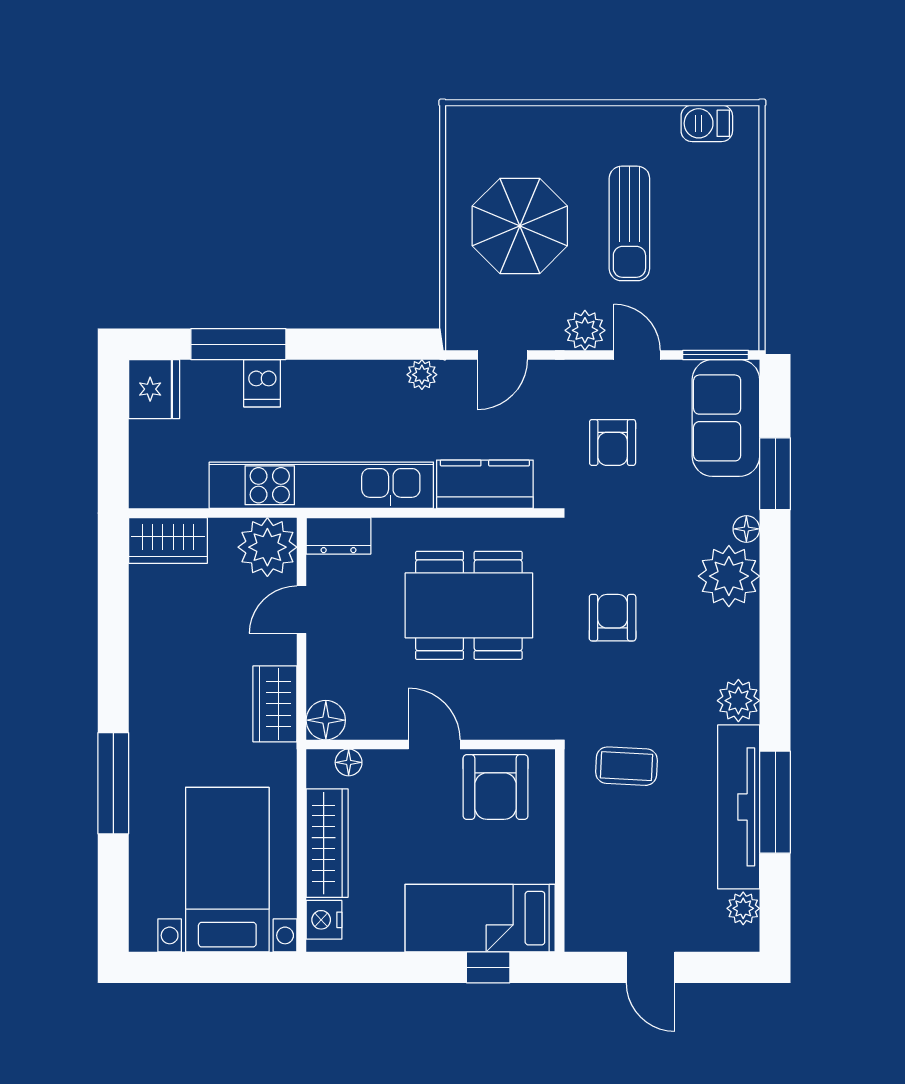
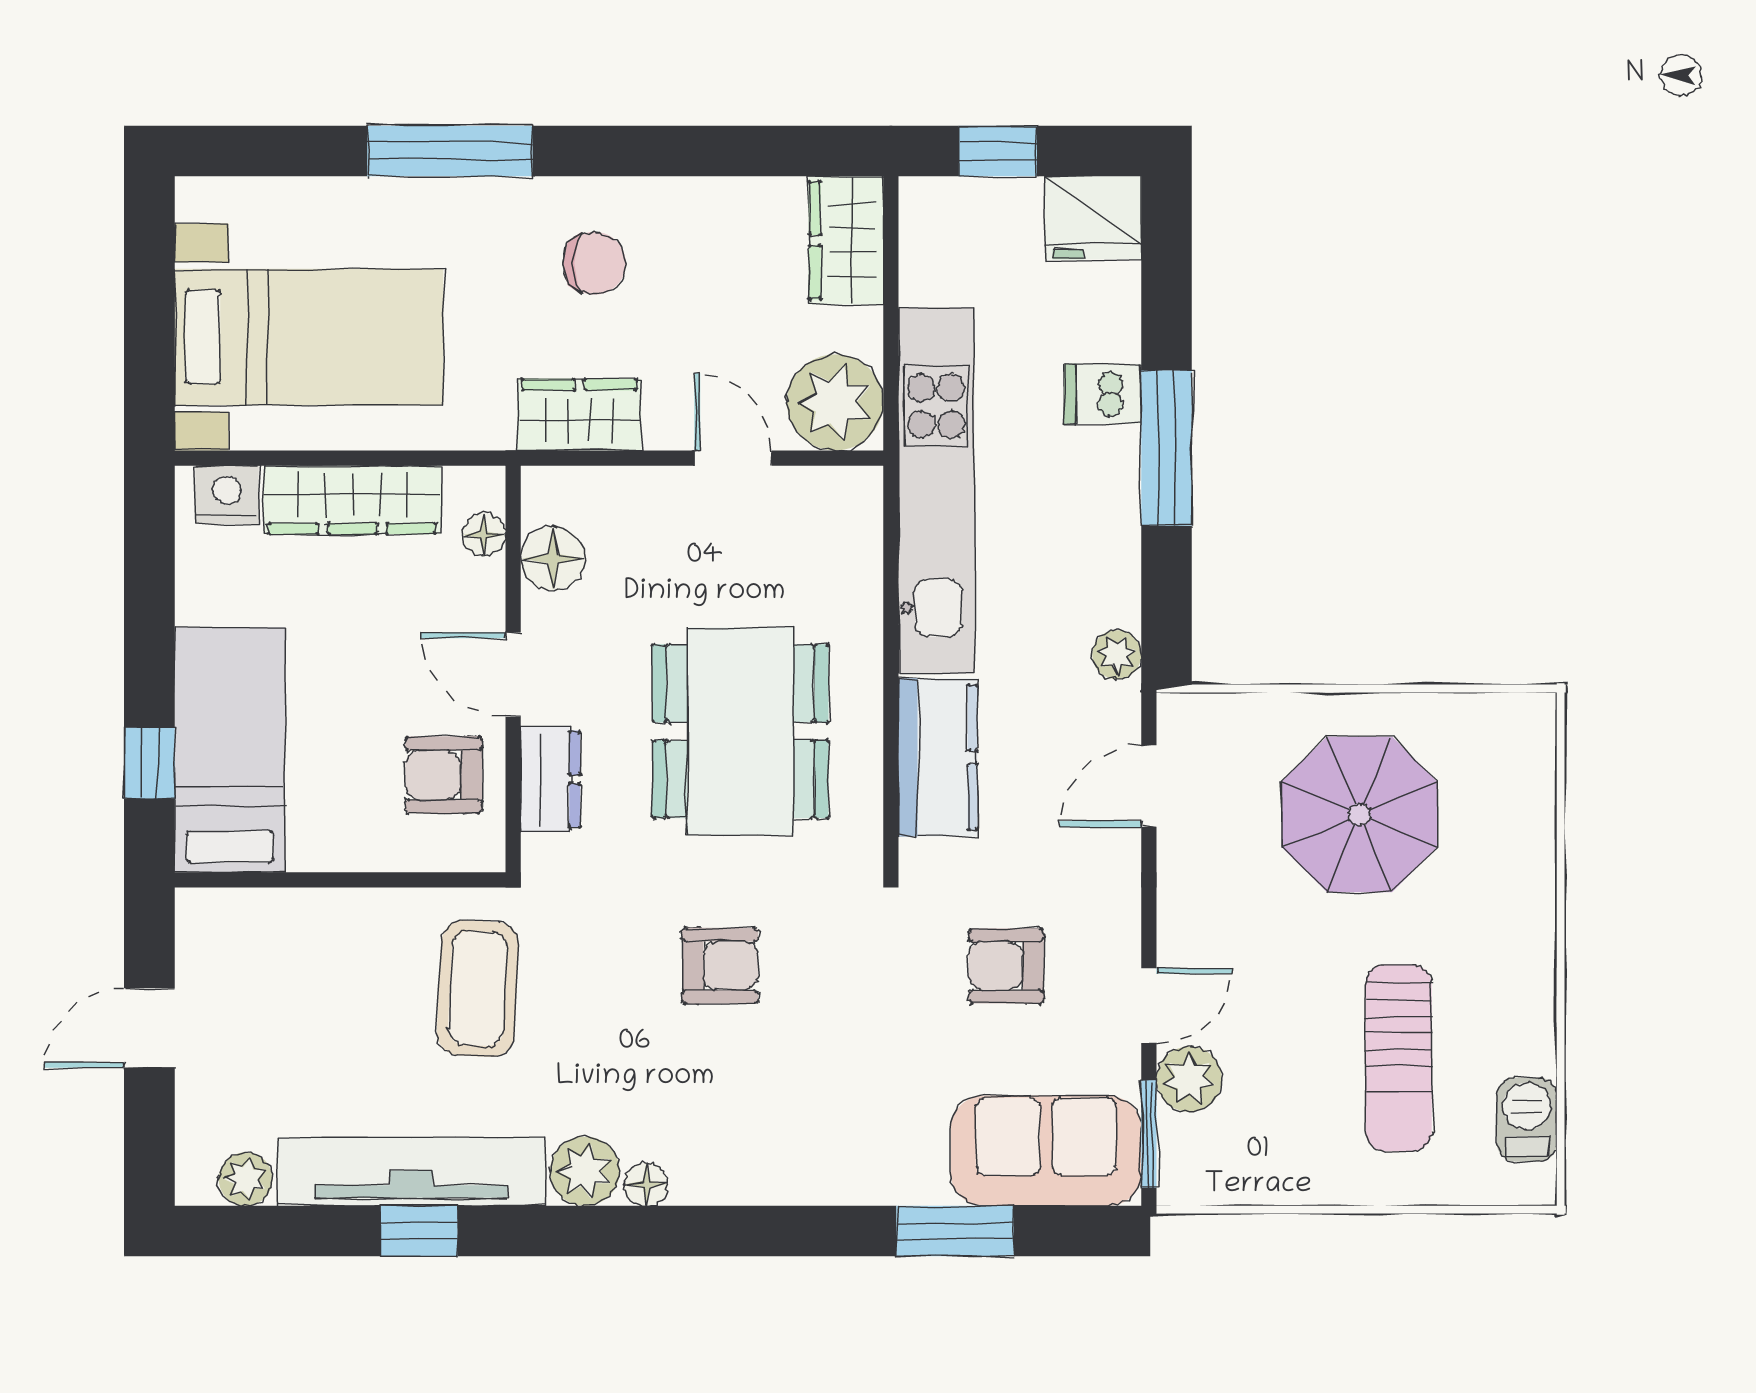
sun lounger: (629, 223) -> (1399, 1058), moved, turned -90
plant: (585, 330) -> (1189, 1079), moved
window: (238, 344) -> (1167, 448), moved
door: (502, 355) -> (1149, 786), hinge flipped
window: (113, 447) -> (998, 151), added
floor lamp: (746, 529) -> (646, 1184), moved
dresser: (338, 536) -> (550, 779), moved, turned 180
plant: (729, 576) -> (788, 1156), removed
chair: (182, 695) -> (594, 263), added
floor lamp: (326, 720) -> (553, 559), moved
door: (434, 744) -> (513, 675), swing flipped
coffee table: (627, 766) -> (478, 989), width x1.36, depth x1.30
armchair: (496, 787) -> (444, 775), width x0.72, depth x0.72
window: (775, 802) -> (419, 1231), width x0.46

